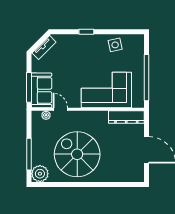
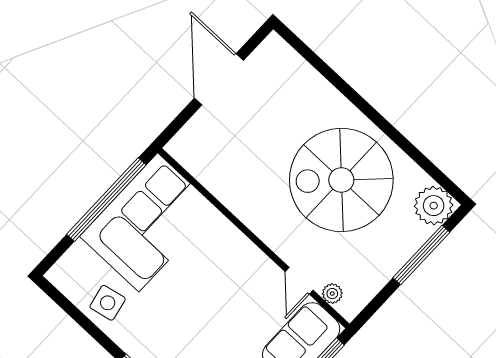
corner sofa: (106, 90) -> (148, 222), moved, turned -90
dresser: (126, 117) -> (201, 165), removed
spiral stairs: (77, 154) -> (341, 180), turned 90

